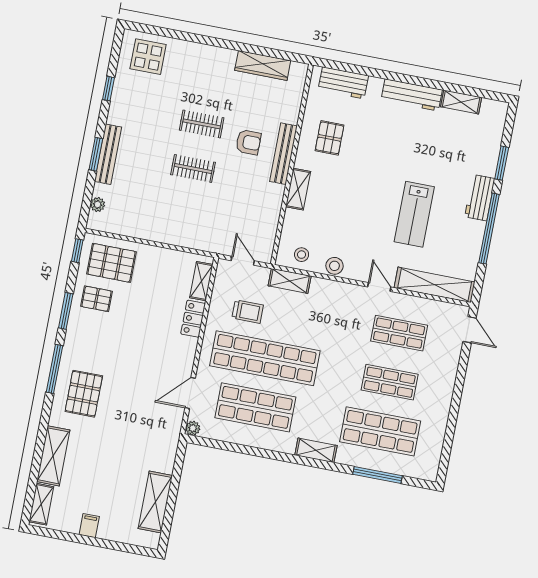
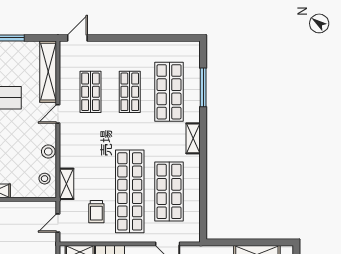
trolley: (248, 312) -> (96, 212), turned 180
plant: (193, 428) -> (194, 237), removed

